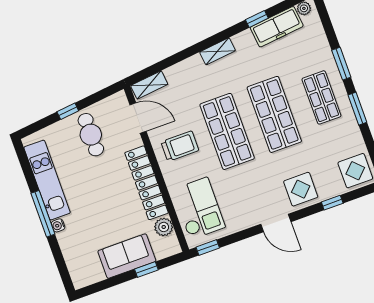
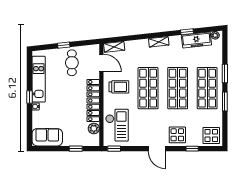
shop shelf: (321, 97) -> (207, 88), width x1.43, depth x1.36
window: (43, 214) -> (29, 97), width x0.46
sofa: (127, 256) -> (47, 137), moved

